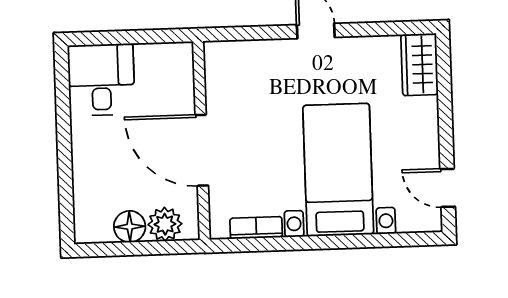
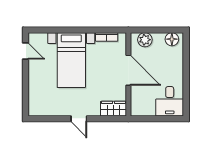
wardrobe: (419, 65) -> (114, 109), moved, turned -90
floor lamp: (130, 227) -> (172, 39), moved

